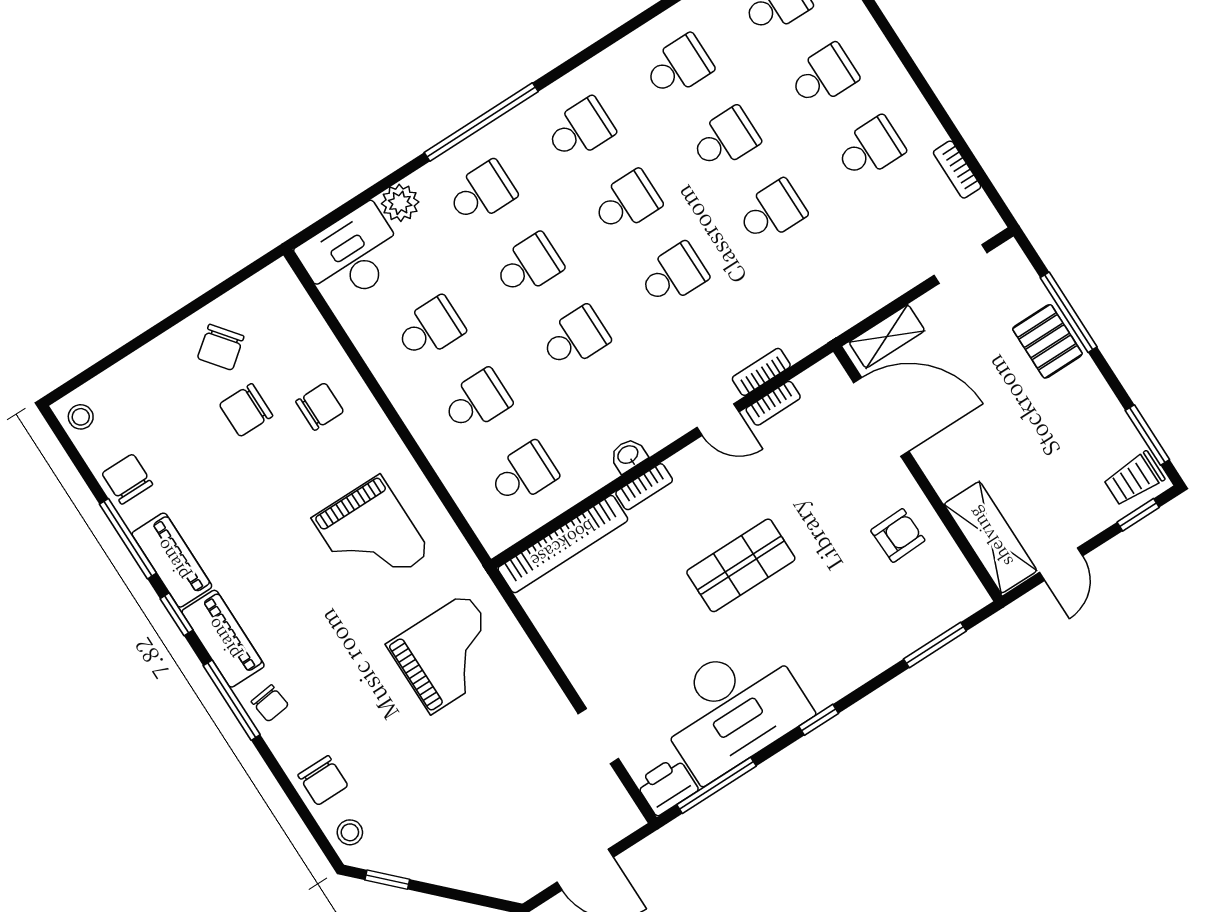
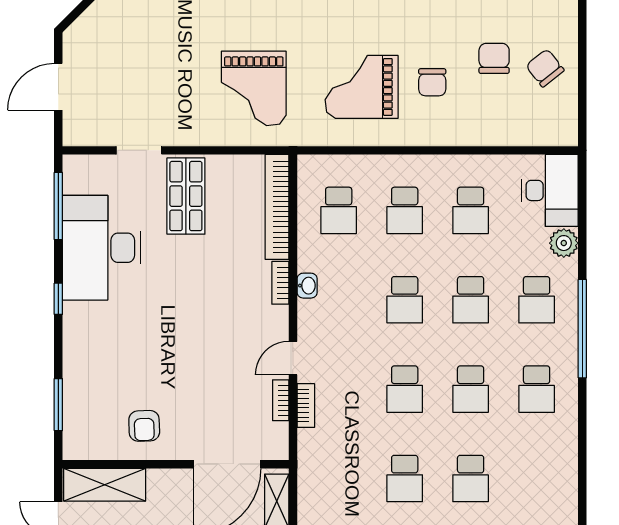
school desk: (678, 66) -> (537, 478), removed
chair: (320, 407) -> (432, 82), moved
shop shelf: (741, 565) -> (186, 196), moved
printer: (667, 786) -> (78, 174), removed

